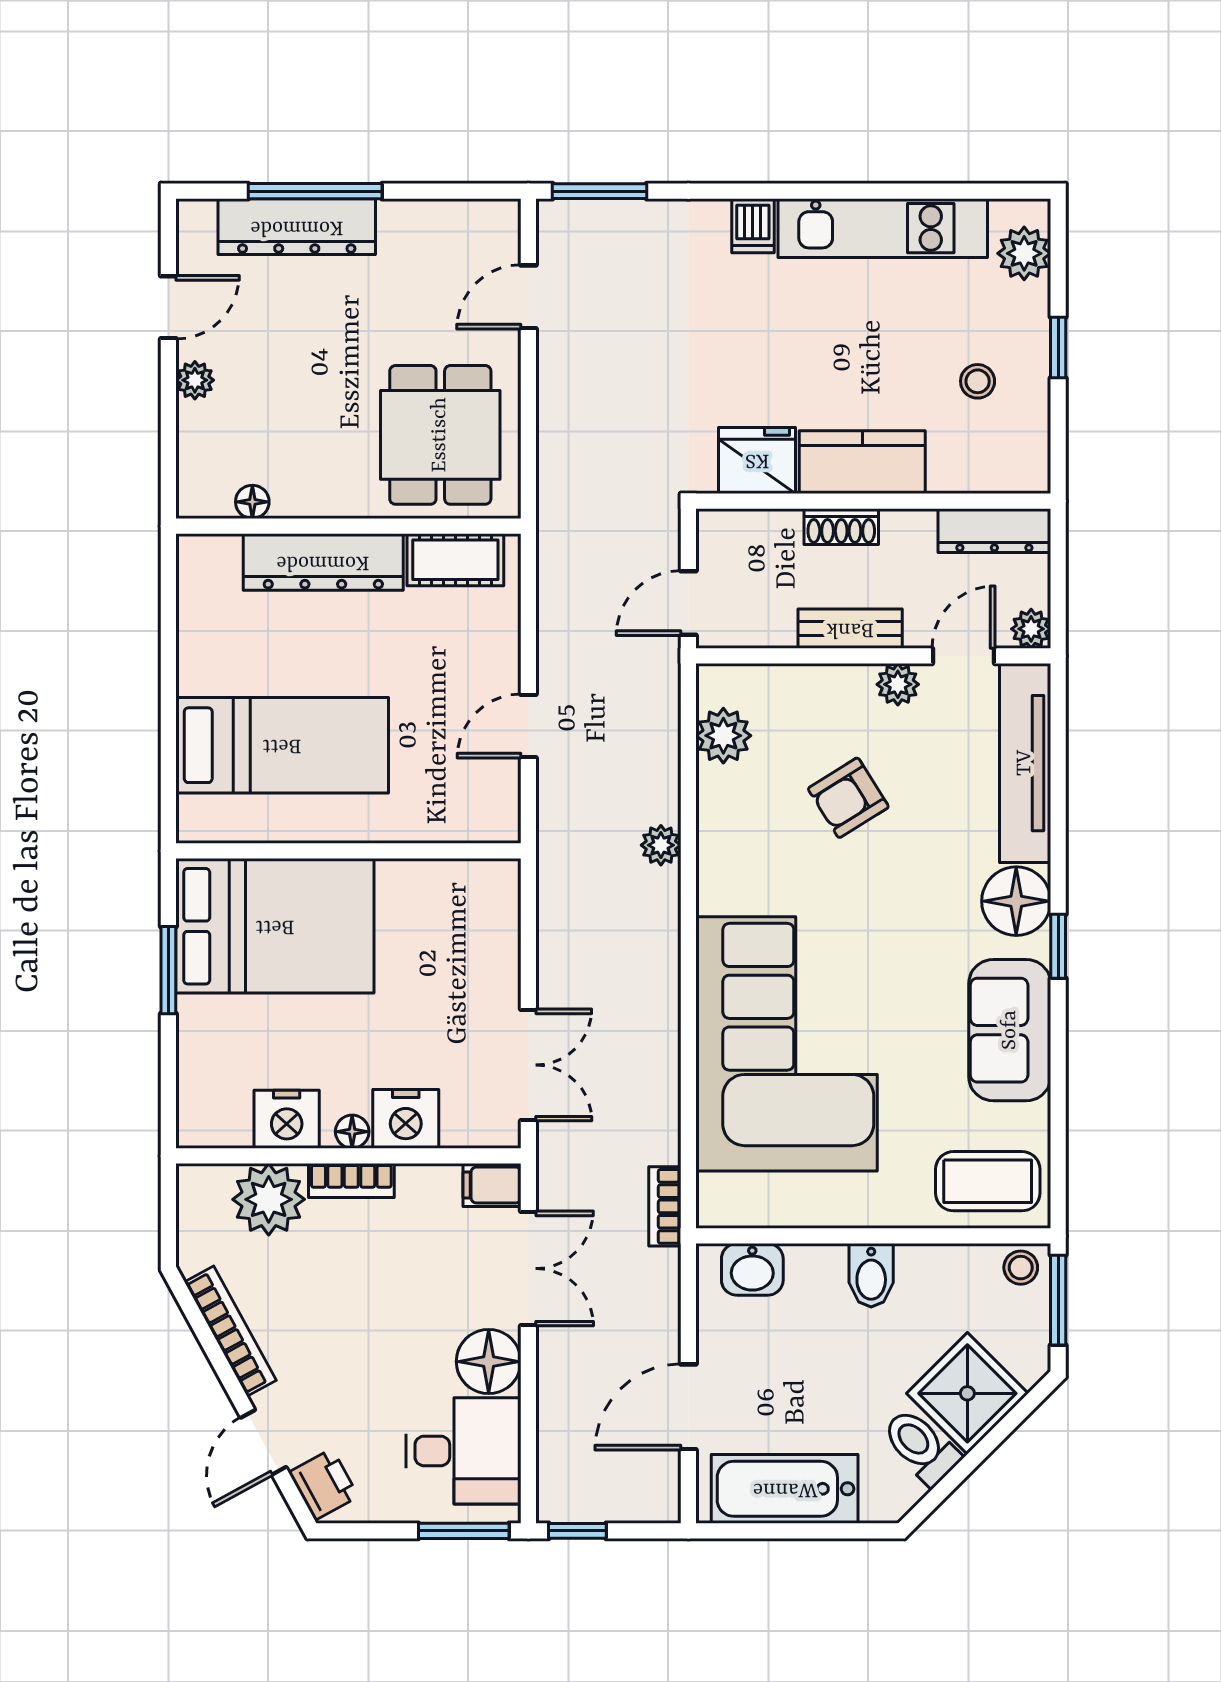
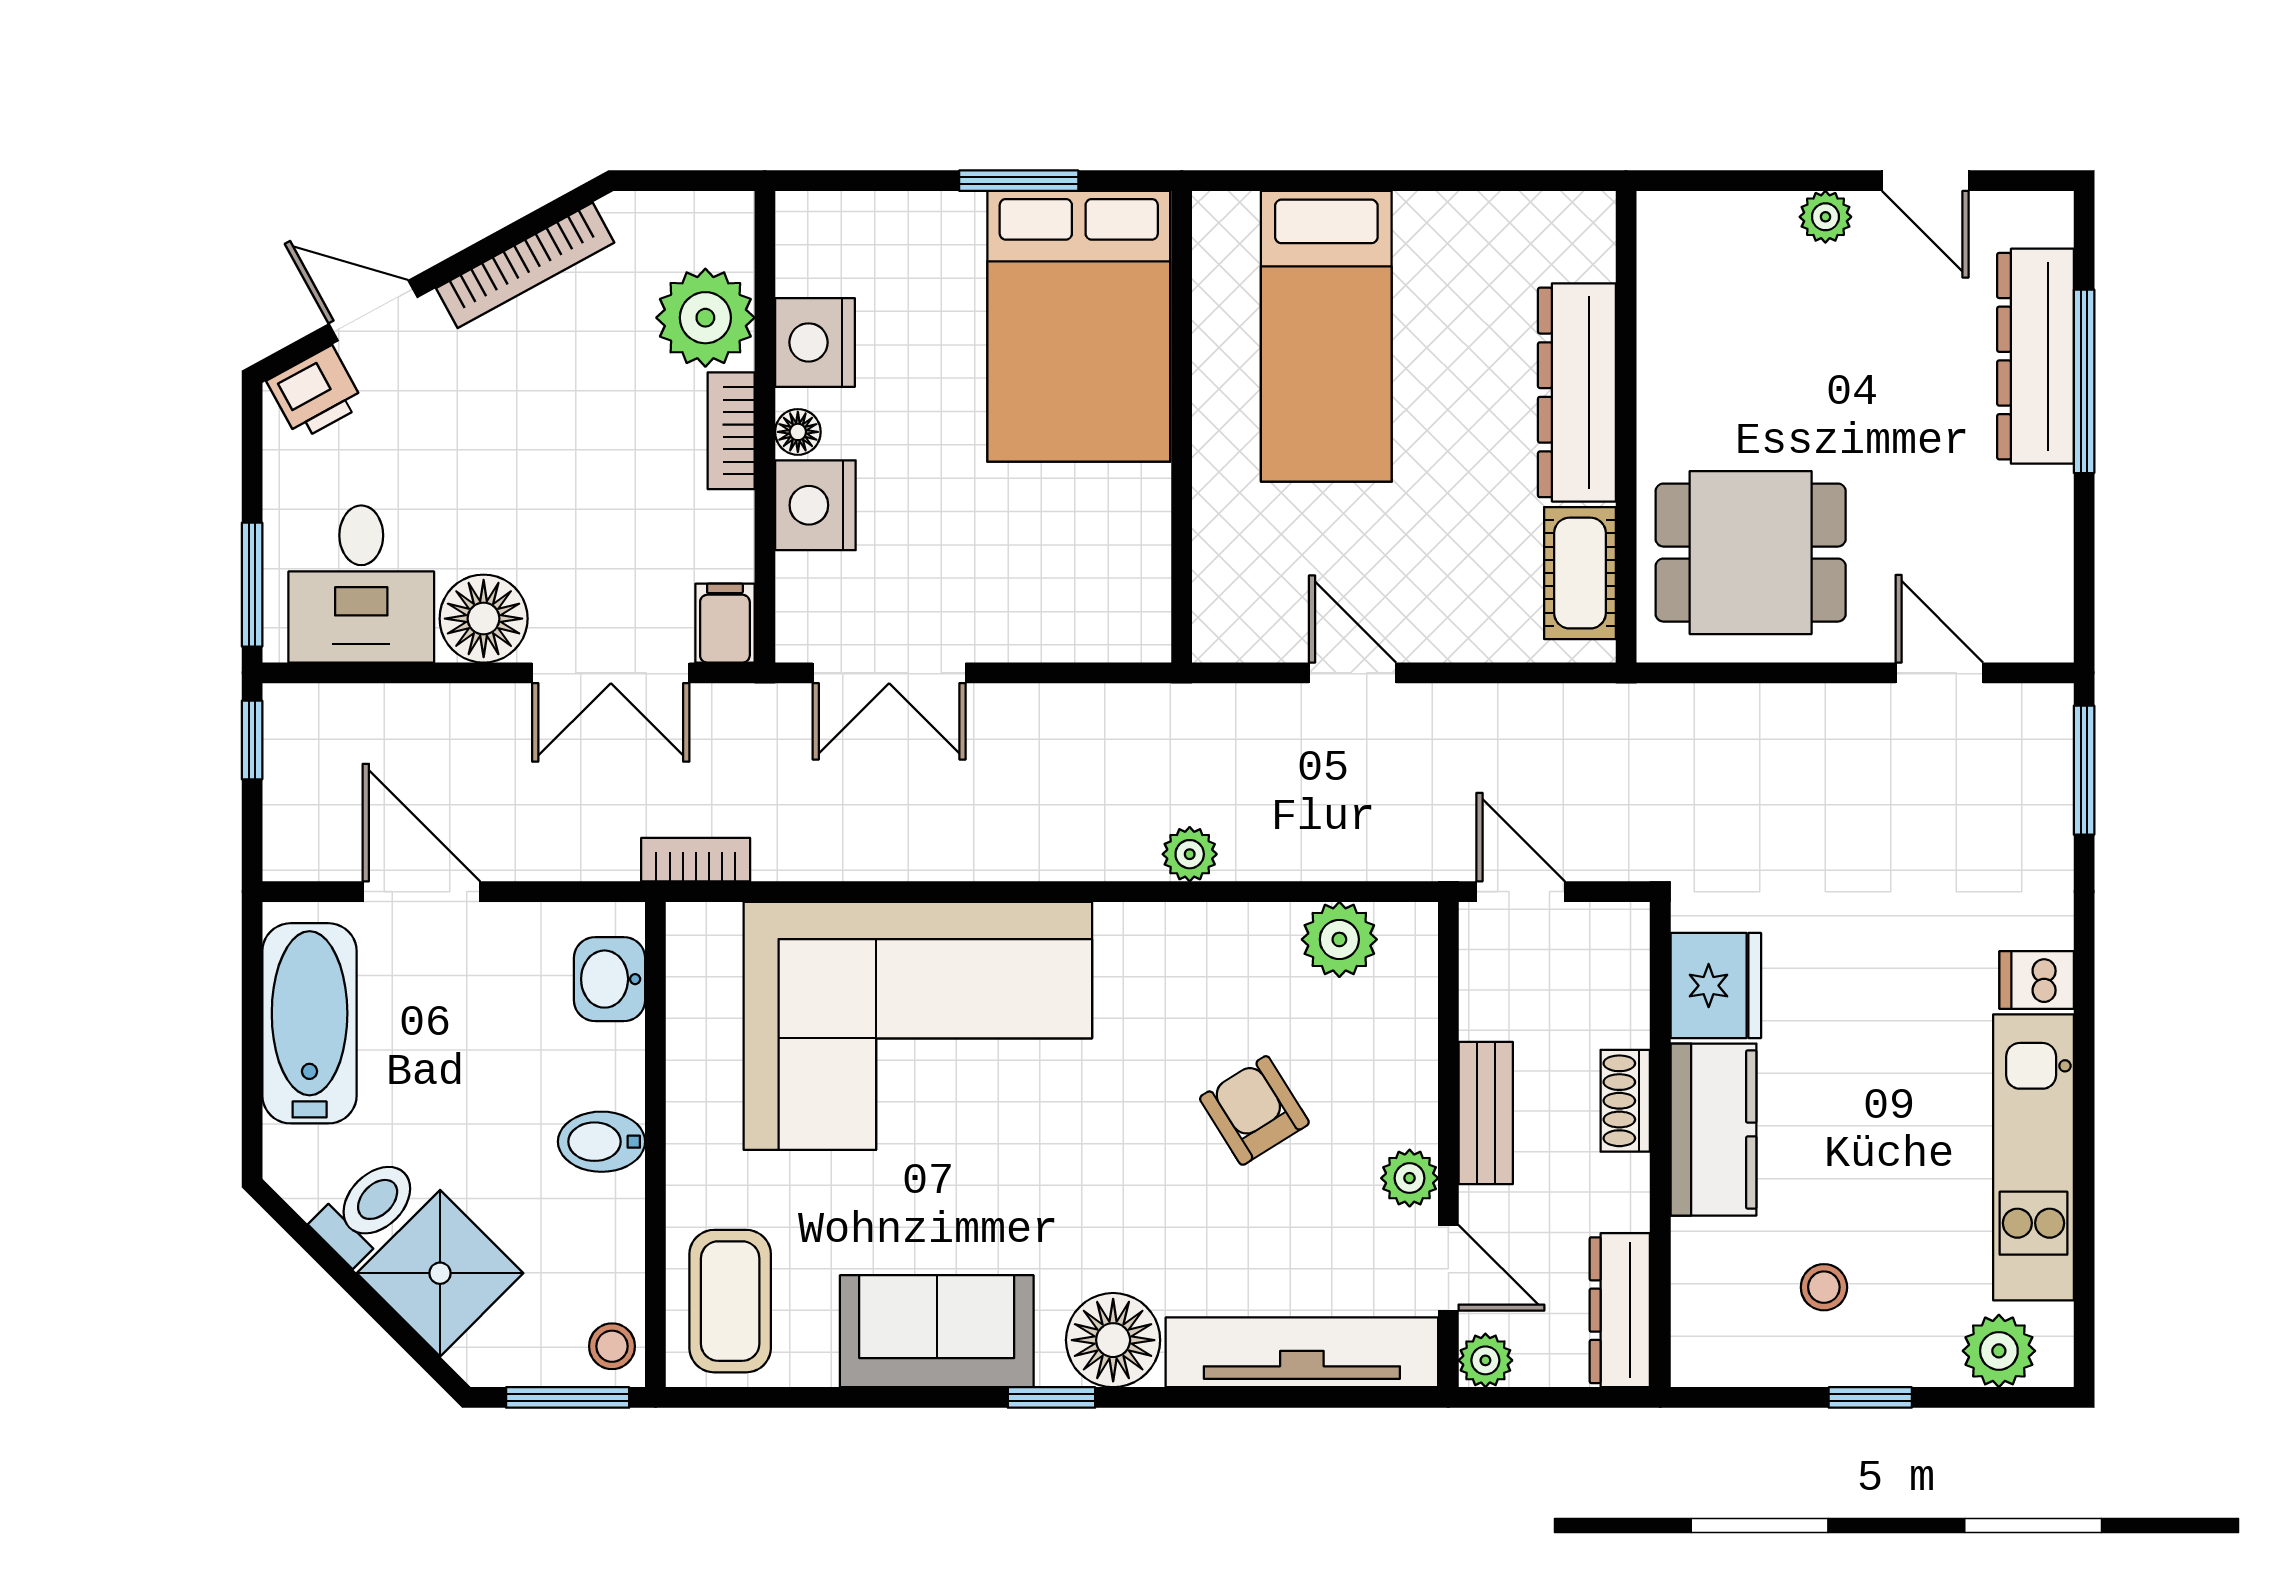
floor lamp: (252, 502) -> (1659, 295), removed

